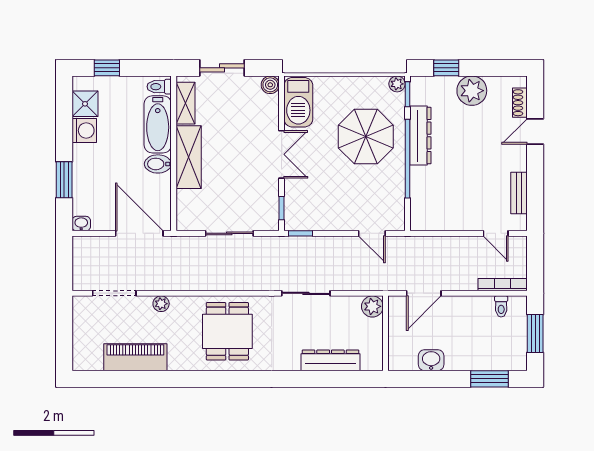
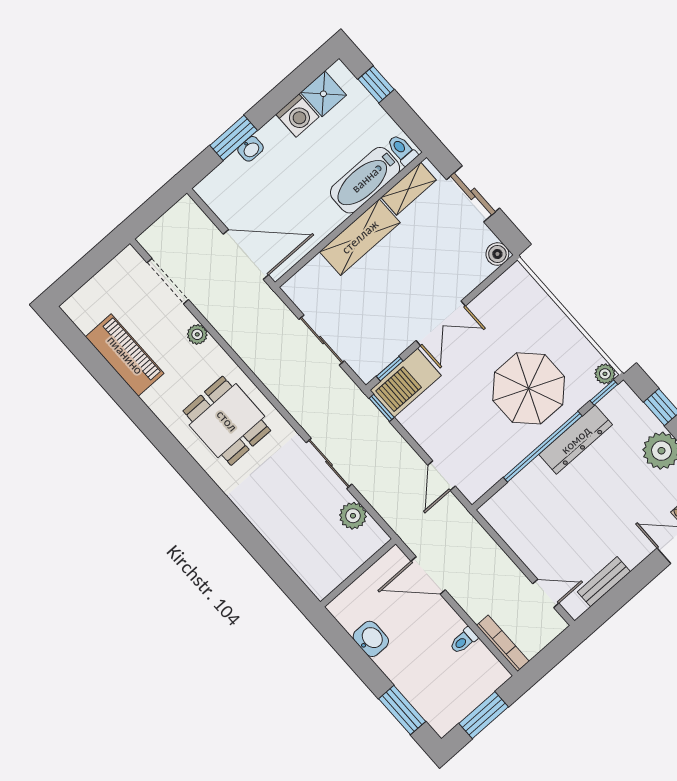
barbecue: (298, 102) -> (406, 383), moved
bidet: (158, 164) -> (328, 214), removed
washbasin: (81, 224) -> (251, 149), moved, turned 90
door: (139, 233) -> (246, 254), hinge flipped
door: (496, 233) -> (546, 593), swing flipped
plant: (372, 306) -> (353, 516), moved
toilet: (501, 306) -> (464, 641), moved
dining table: (227, 331) -> (227, 421), turned 90
dresser: (331, 360) -> (286, 543), removed

